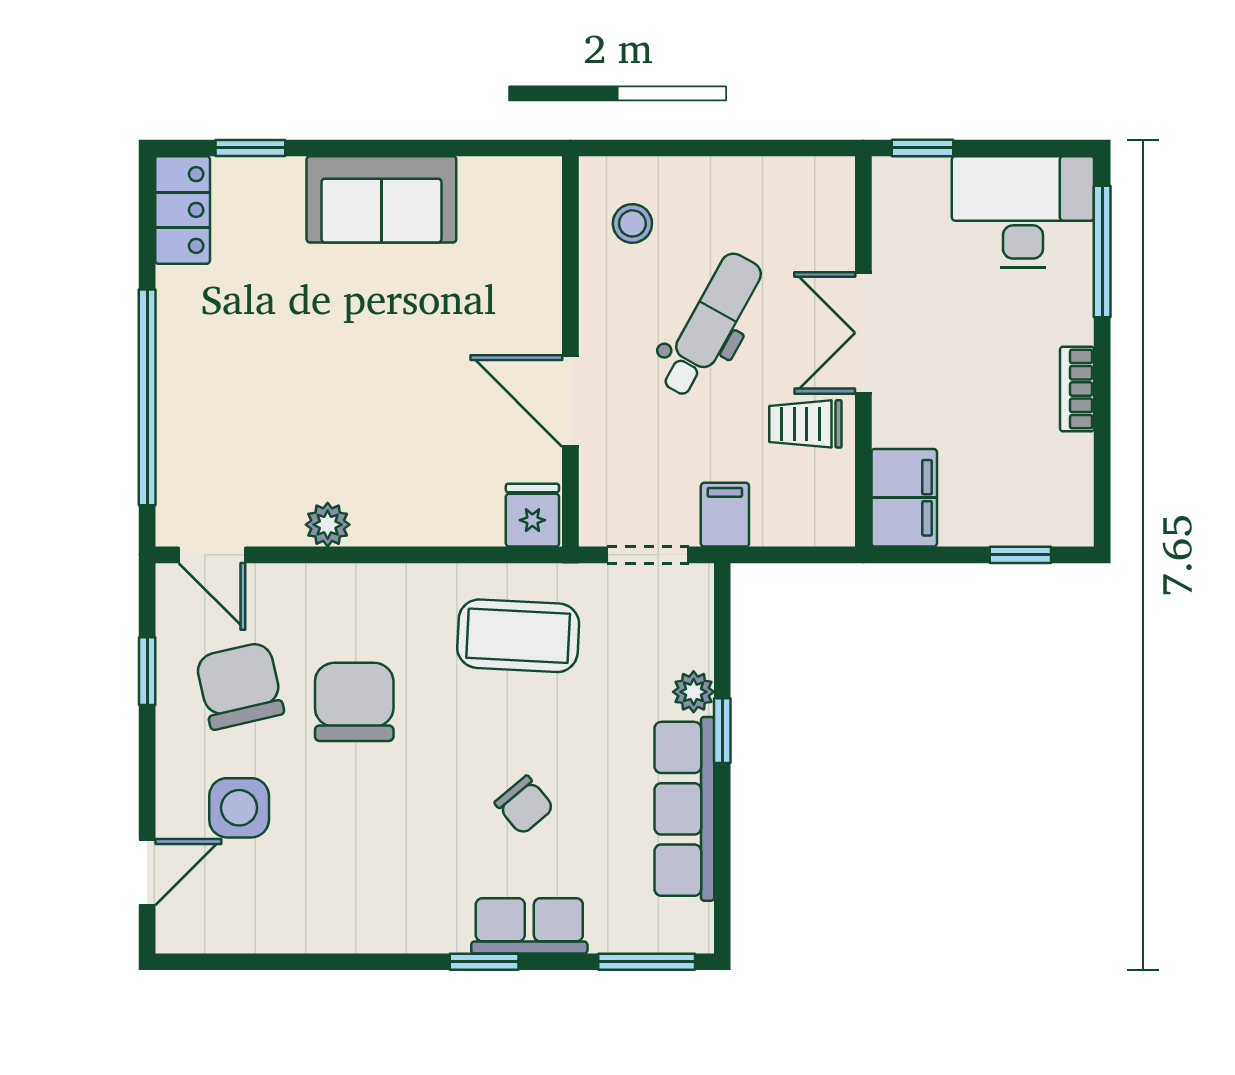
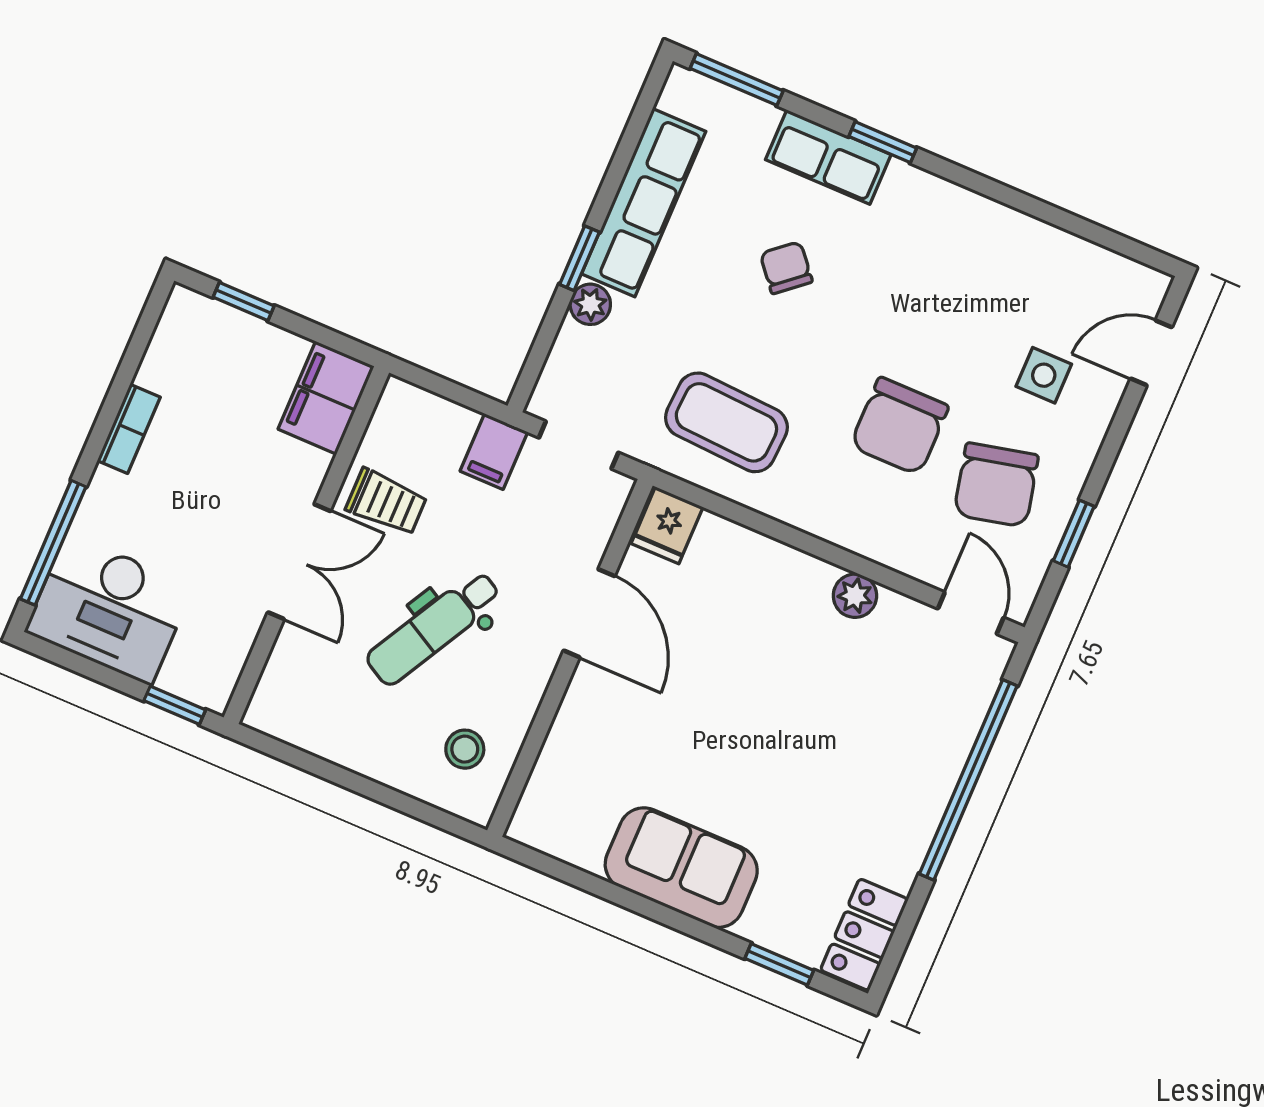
side table: (239, 808) -> (1044, 375), width x0.73, depth x0.73

